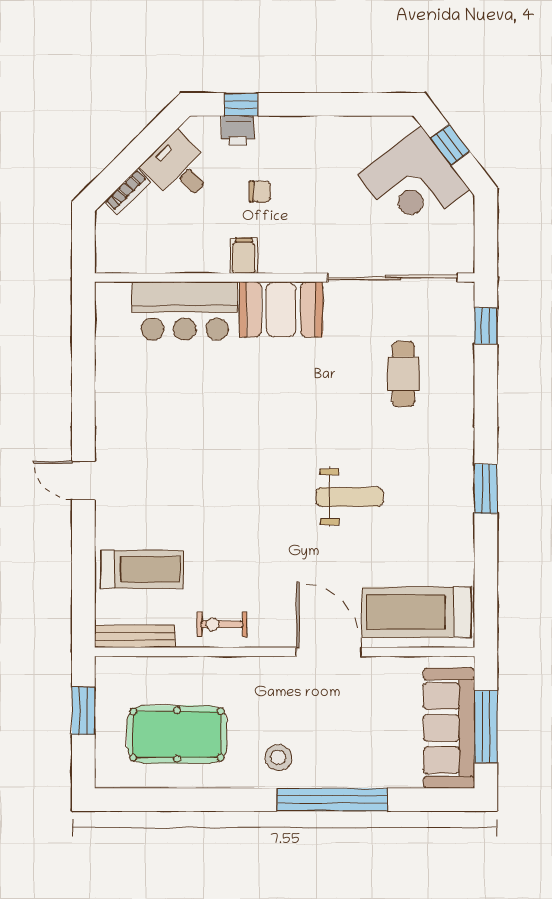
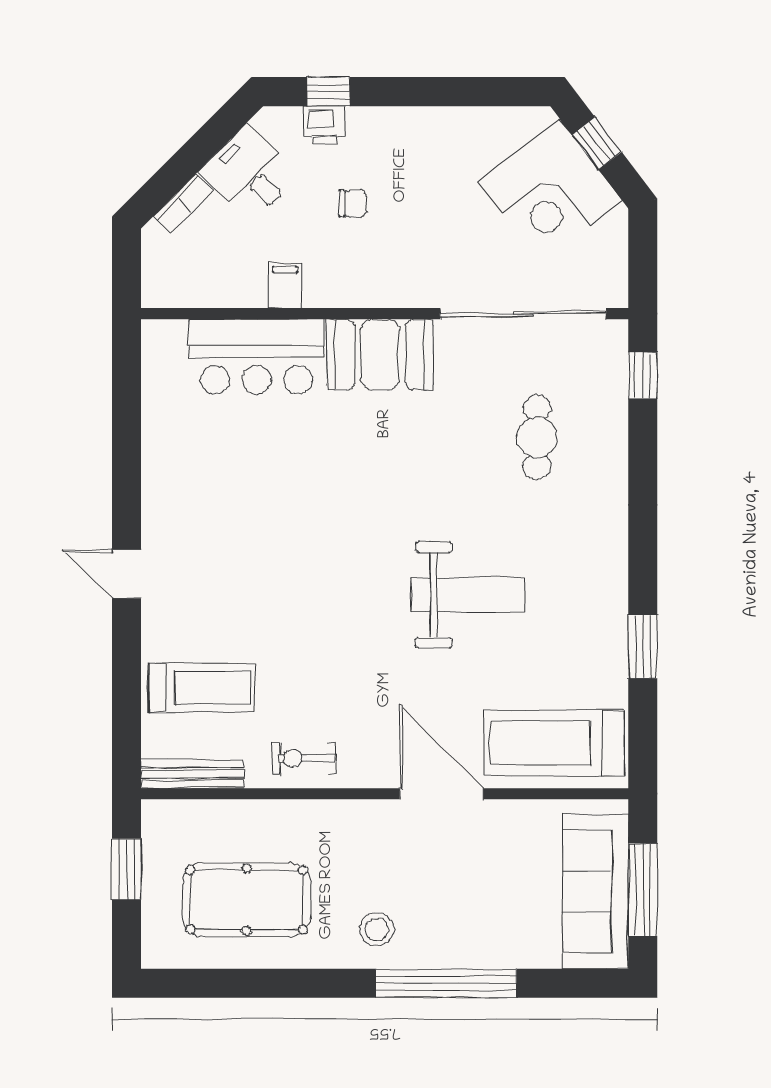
filing cabinet: (244, 256) -> (285, 286), moved
window: (486, 489) -> (643, 647), moved
weight bench: (349, 497) -> (468, 595), width x1.36, depth x1.33

